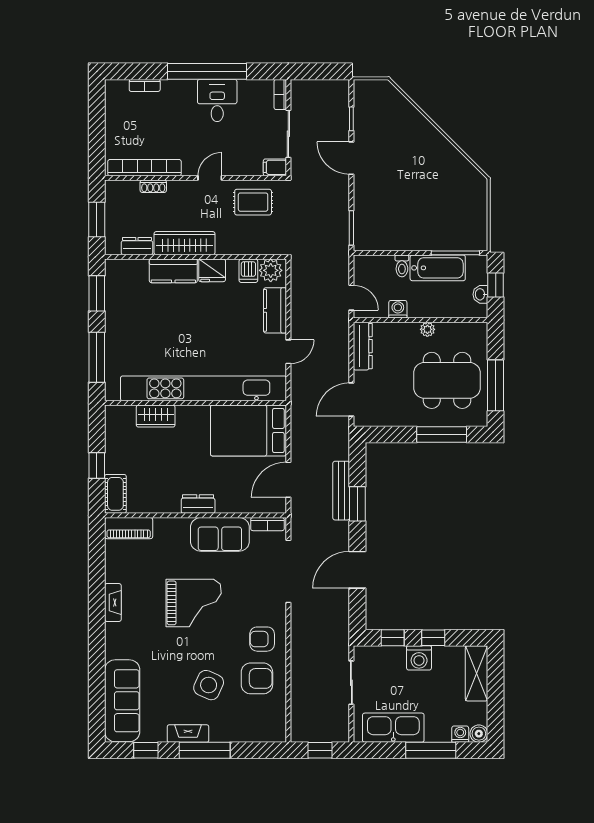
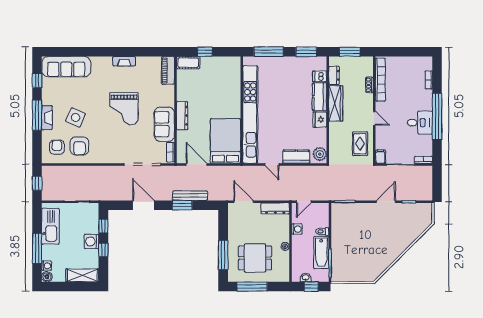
dishwasher: (248, 271) -> (320, 76), moved
dining table: (447, 380) -> (255, 258), width x0.73
wardrobe: (156, 416) -> (234, 86), removed
dresser: (198, 504) -> (182, 116), width x1.44
armchair: (262, 639) -> (57, 147), moved
fireplace: (188, 734) -> (47, 118), moved

